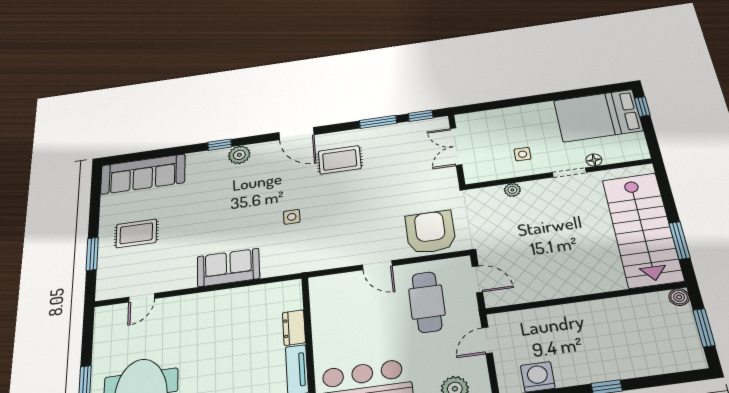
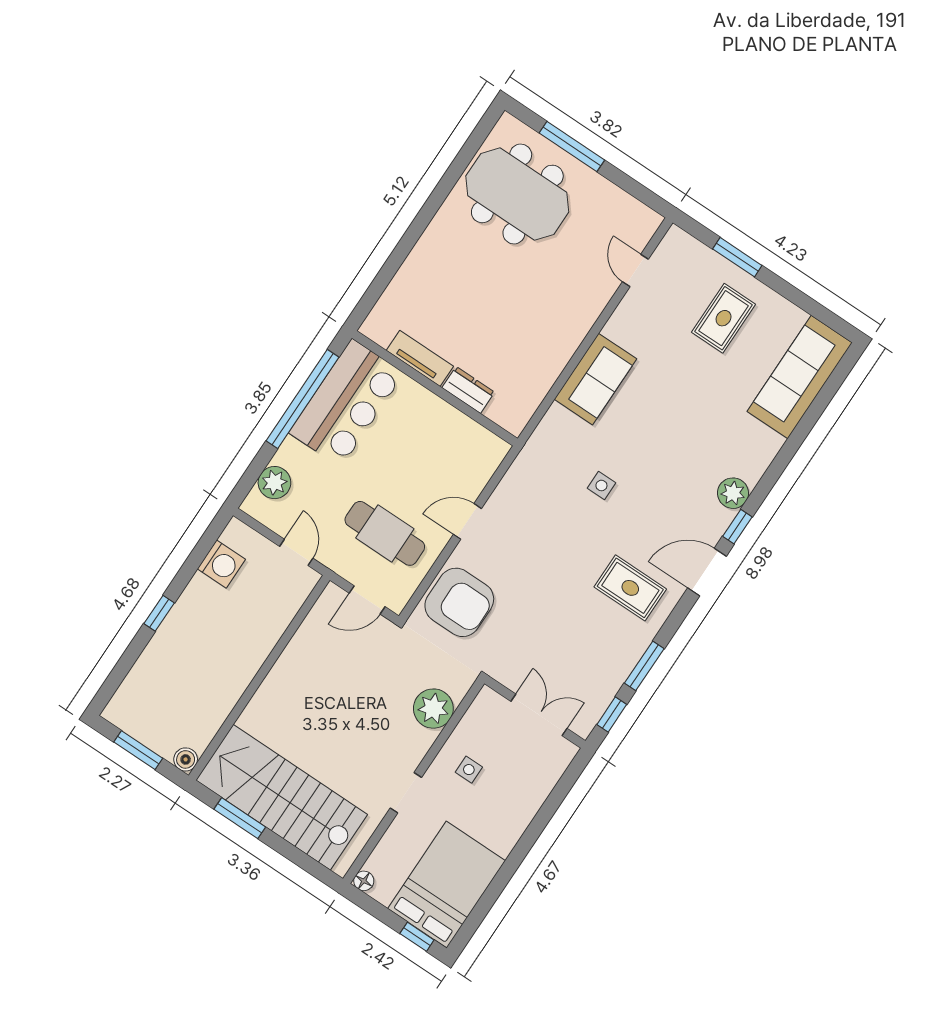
window: (220, 145) -> (737, 527), moved
rug: (340, 160) -> (630, 588), turned 90
floor lamp: (594, 160) -> (364, 881), moved
plant: (512, 190) -> (433, 709), width x1.88, depth x1.88

